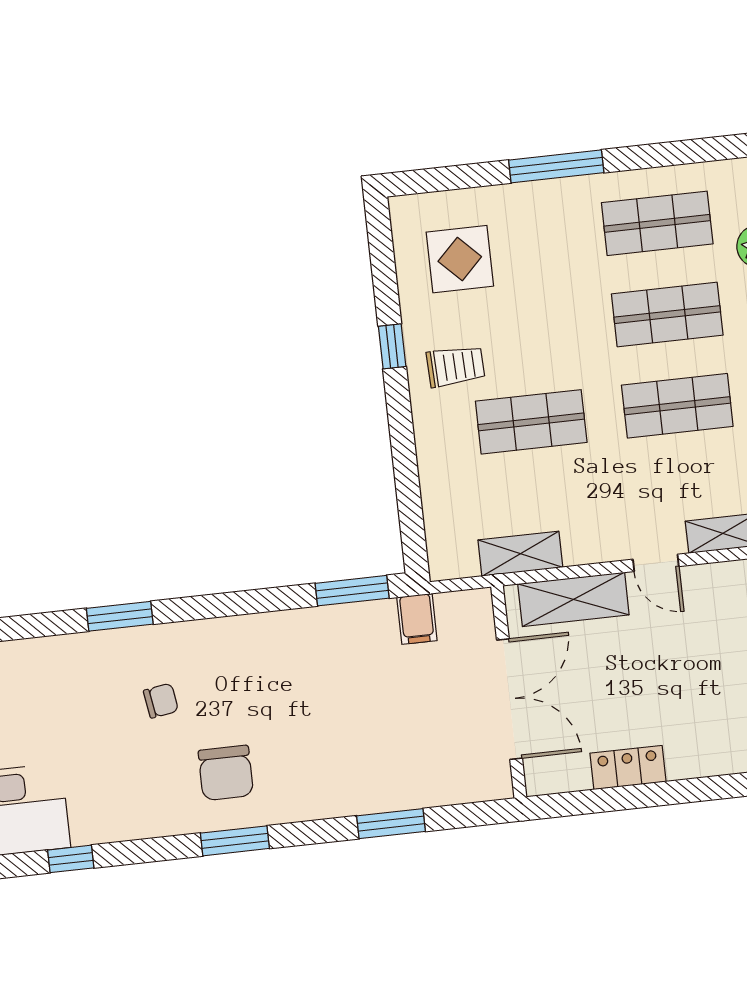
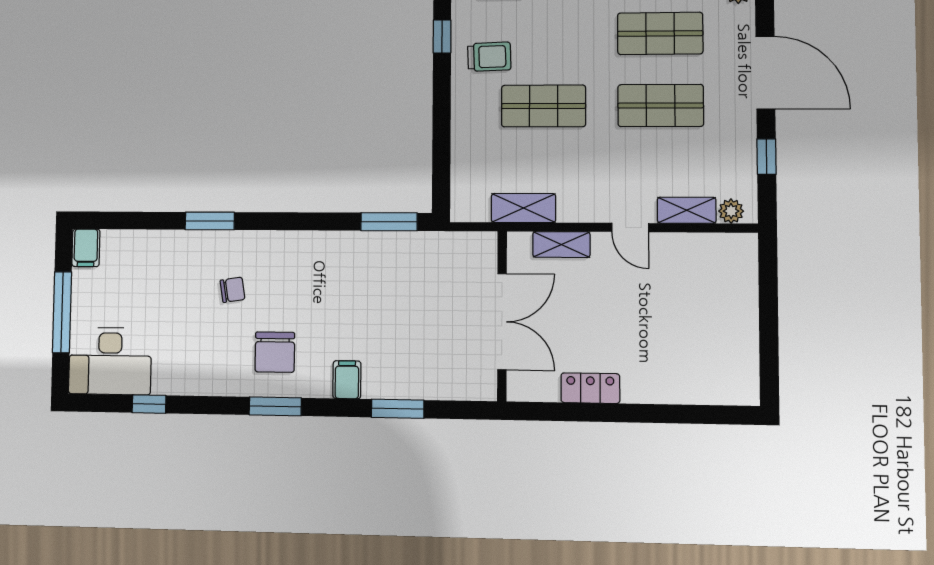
shelving: (573, 599) -> (561, 245), width x0.67, depth x0.75
filing cabinet: (417, 619) -> (347, 380), moved, turned 180

